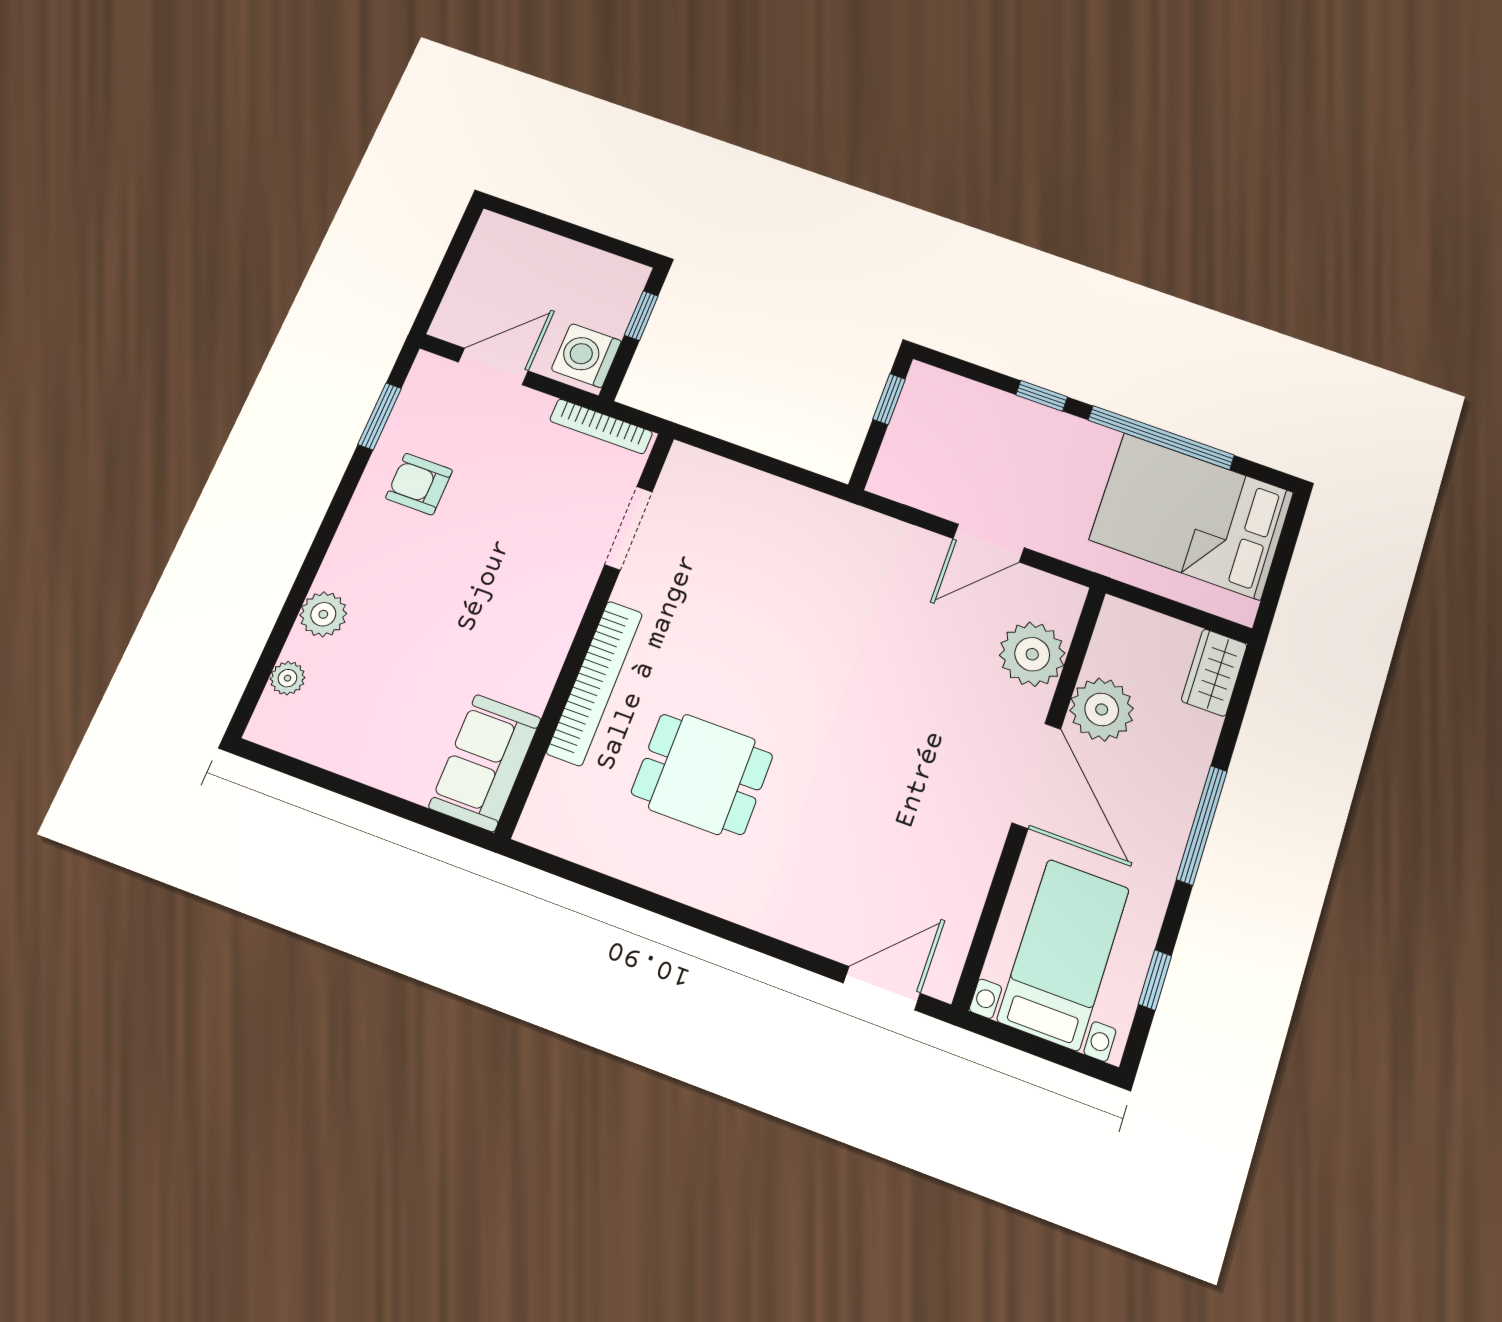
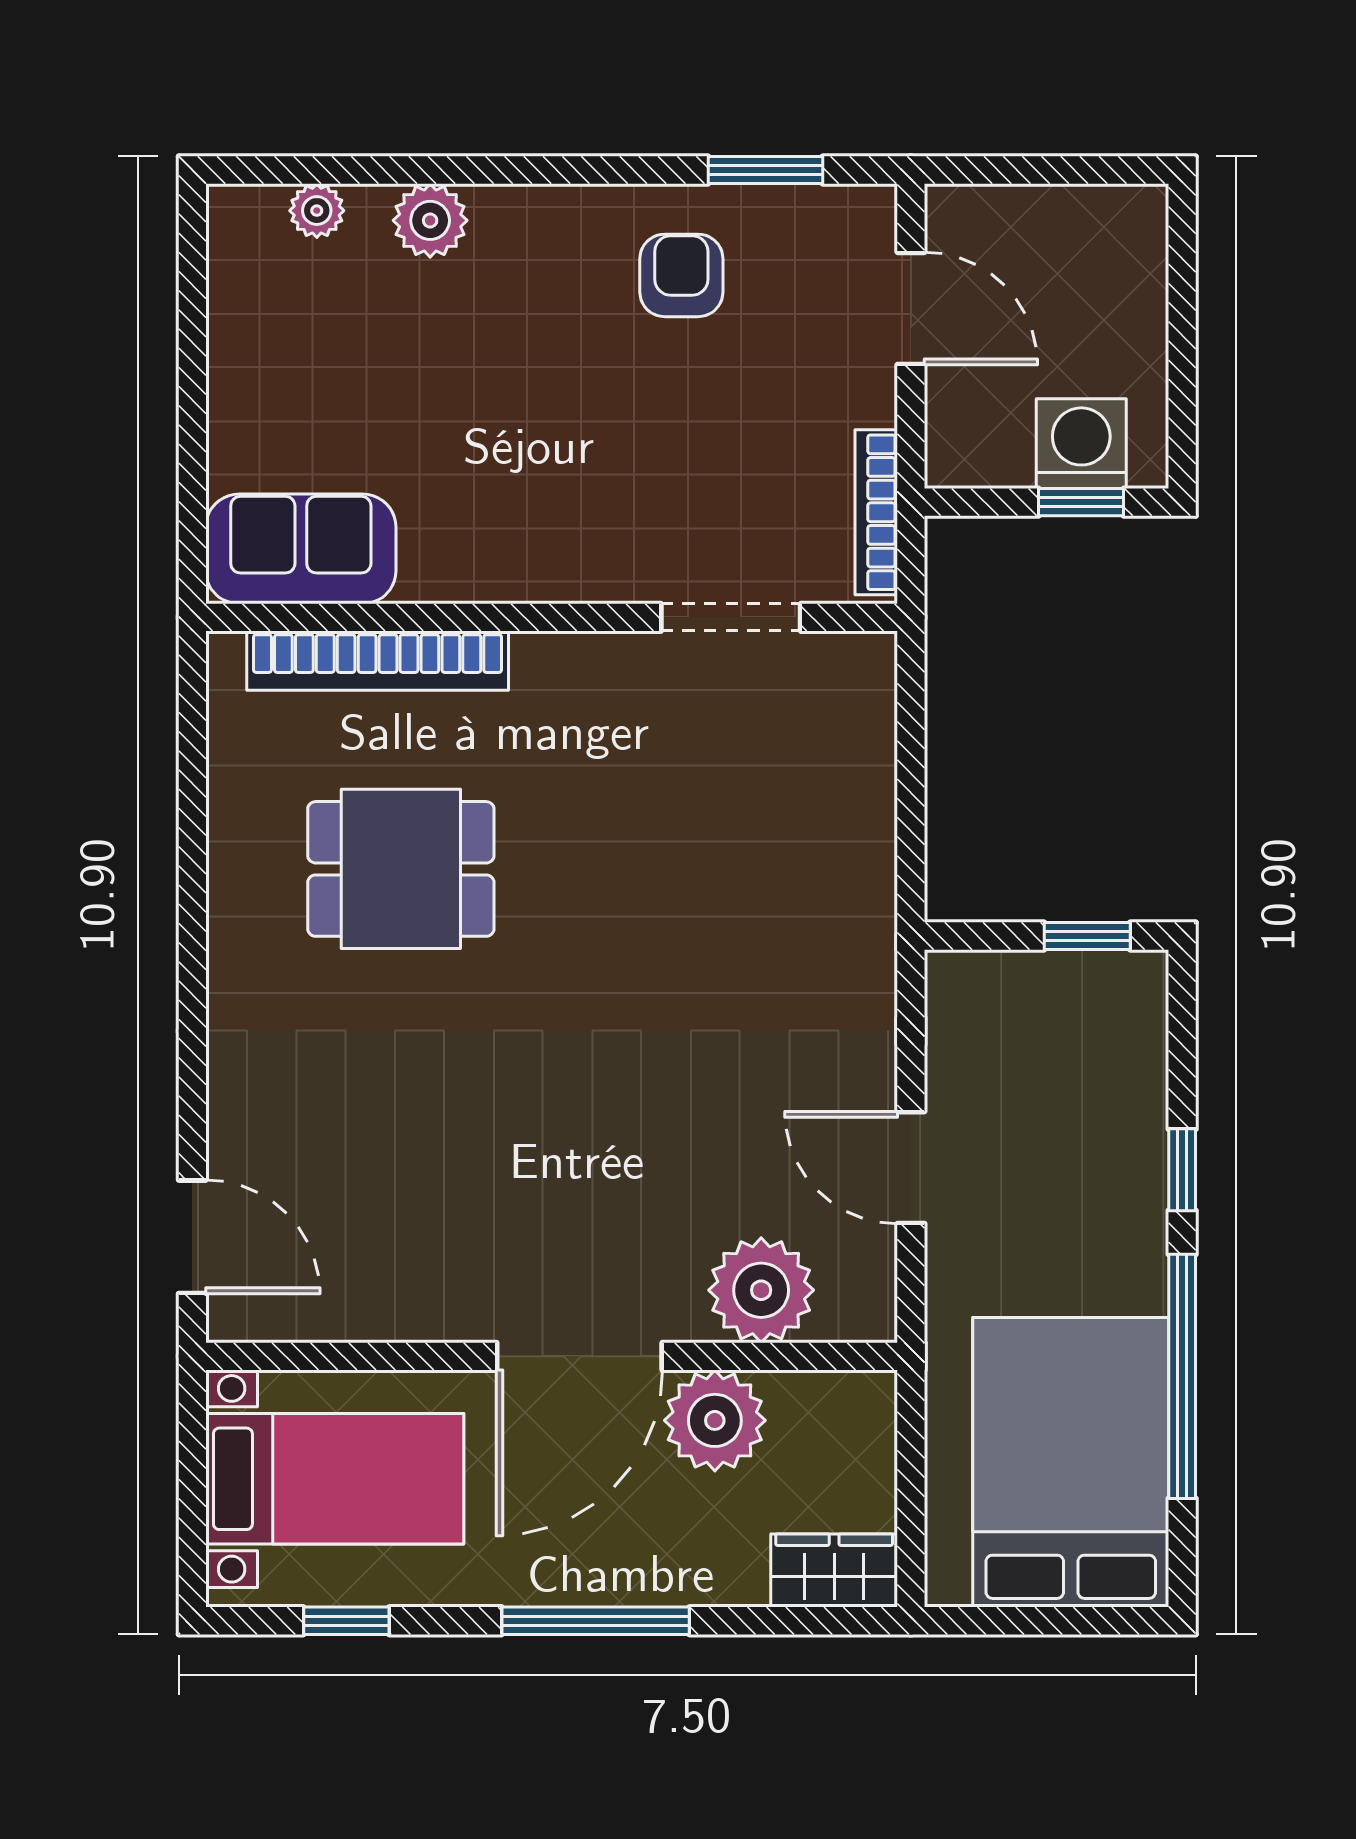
washing machine: (586, 356) -> (1081, 444), moved
bookcase: (595, 683) -> (378, 661), moved
dining table: (702, 774) -> (401, 869), turned 90

